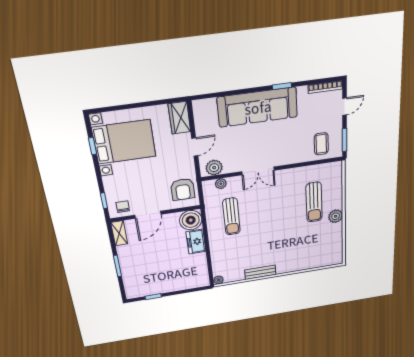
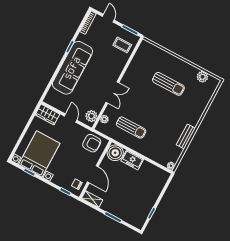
sun lounger: (314, 202) -> (168, 84), moved
plant: (336, 216) -> (202, 77), moved

